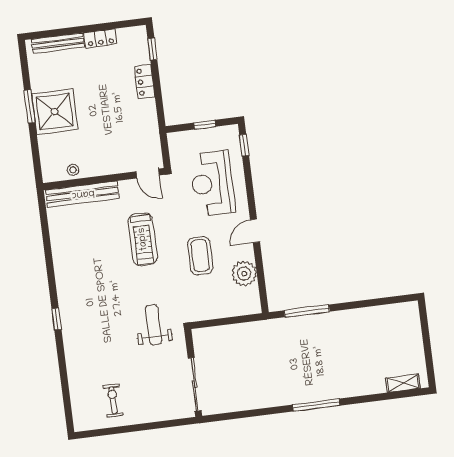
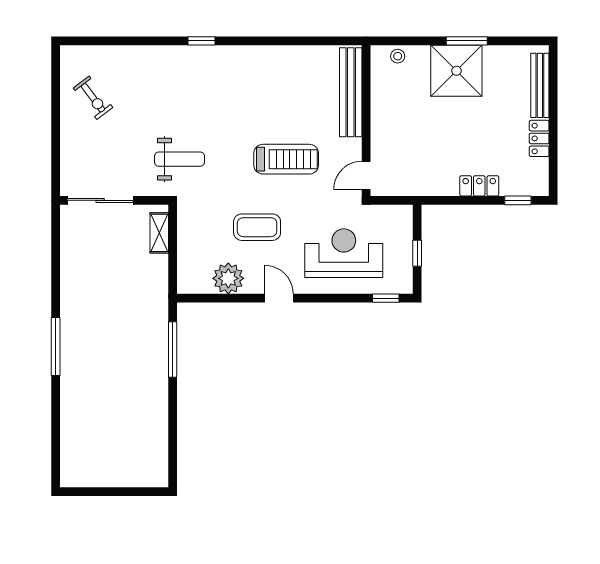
stool: (73, 170) -> (398, 56), moved
treadmill: (143, 239) -> (286, 159), turned 180
shelving: (403, 383) -> (159, 233), moved
exercise bike: (113, 400) -> (93, 98), turned 53

